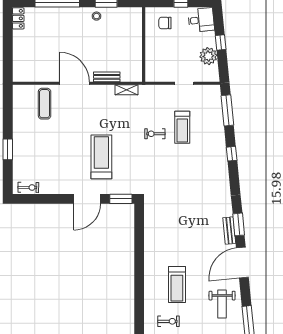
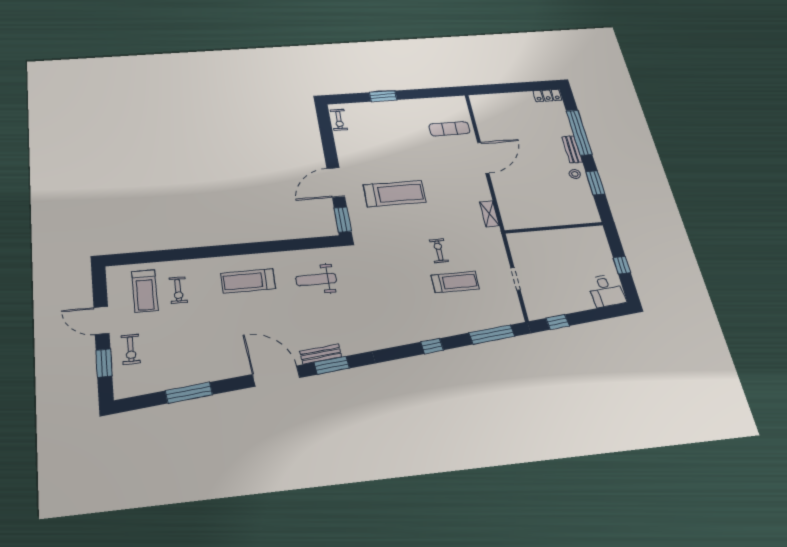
chair: (165, 23) -> (589, 249), removed
window: (221, 42) -> (558, 322), moved
plant: (208, 56) -> (560, 304), removed
bench: (107, 77) -> (572, 149), moved
treadmill: (182, 127) -> (455, 282), turned 180
door: (87, 199) -> (336, 182), hinge flipped
treadmill: (177, 284) -> (248, 281), moved
weight bench: (222, 304) -> (316, 279), moved

